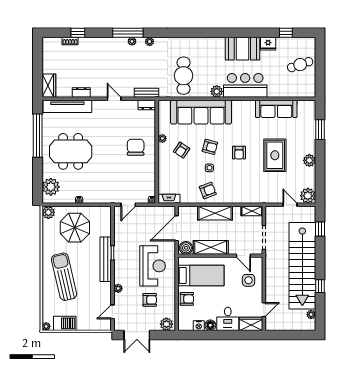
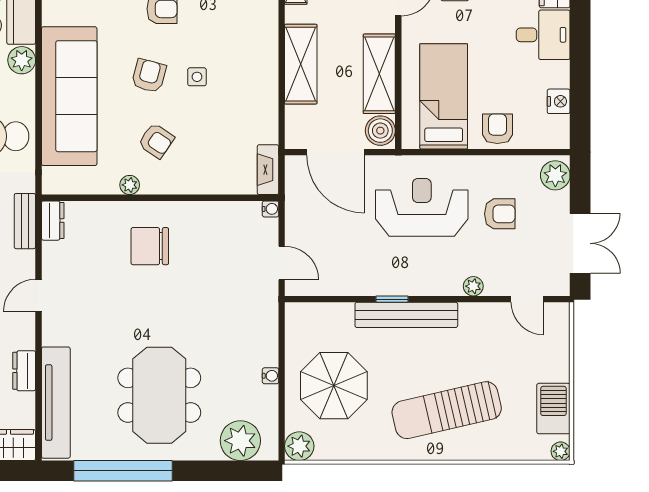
armchair: (208, 190) -> (249, 81), removed
armchair: (150, 300) -> (500, 214), turned 90
floor lamp: (210, 325) -> (558, 75), removed

